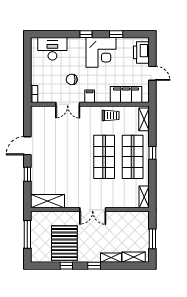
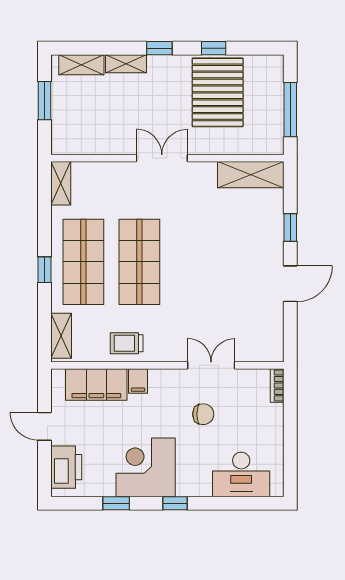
filing cabinet: (90, 96) -> (138, 381), moved

